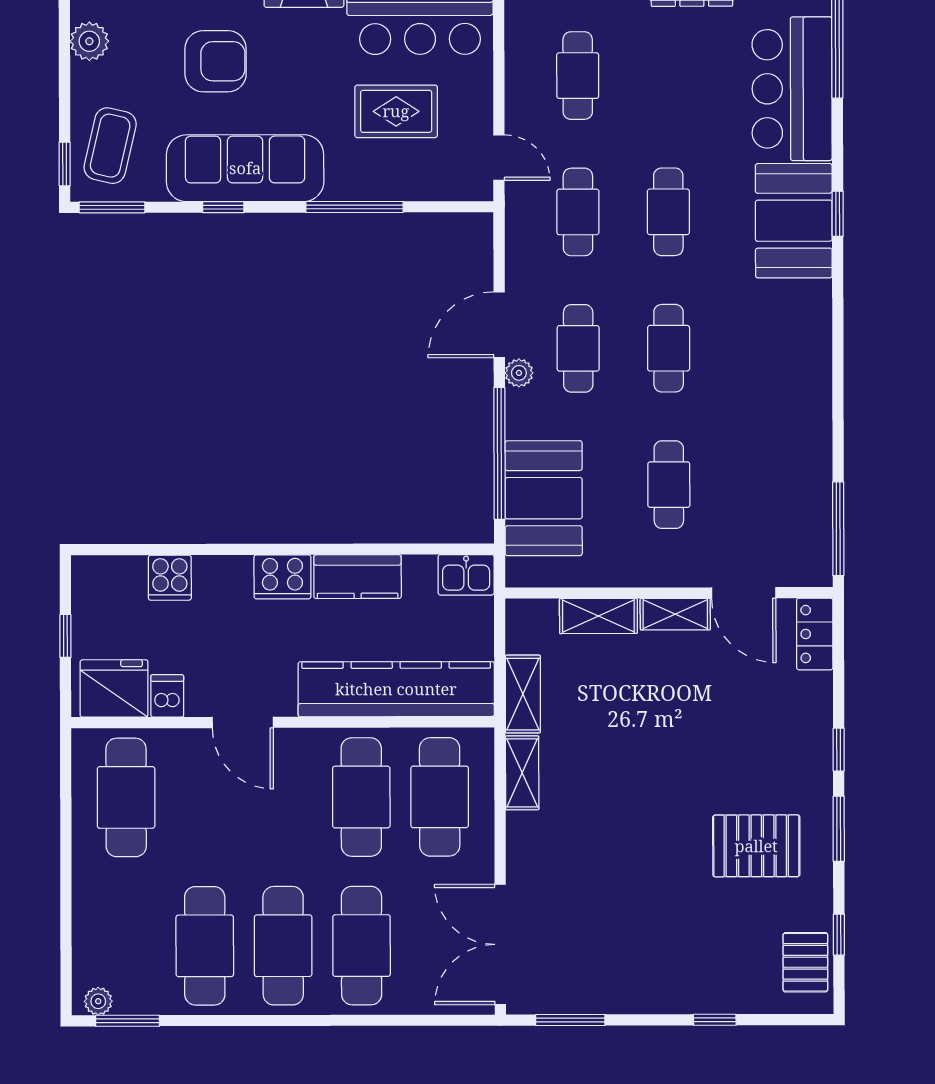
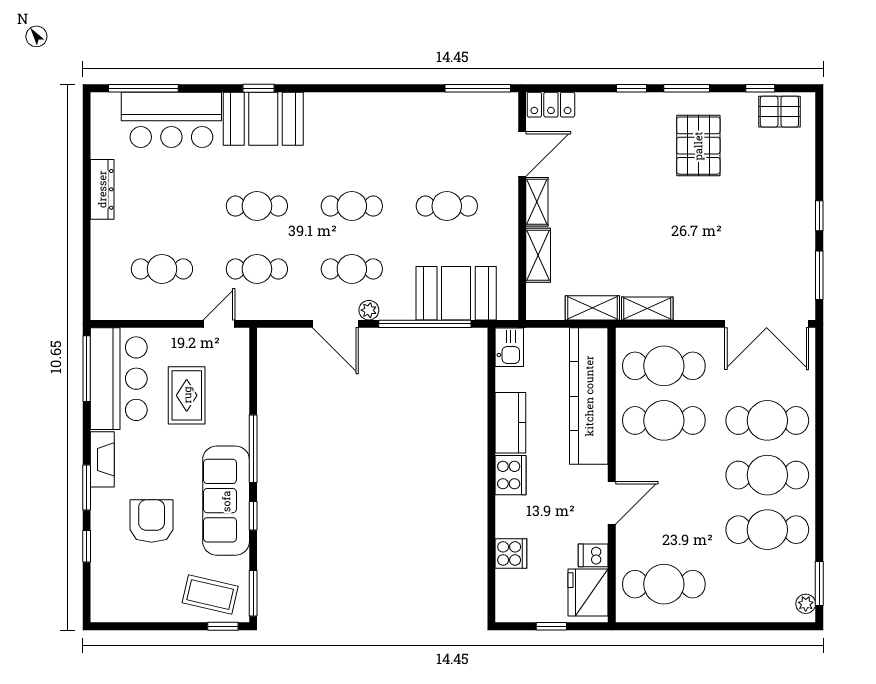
plant: (89, 41) -> (138, 609), removed
window: (355, 207) -> (253, 449), moved
window: (715, 1020) -> (819, 216), moved

